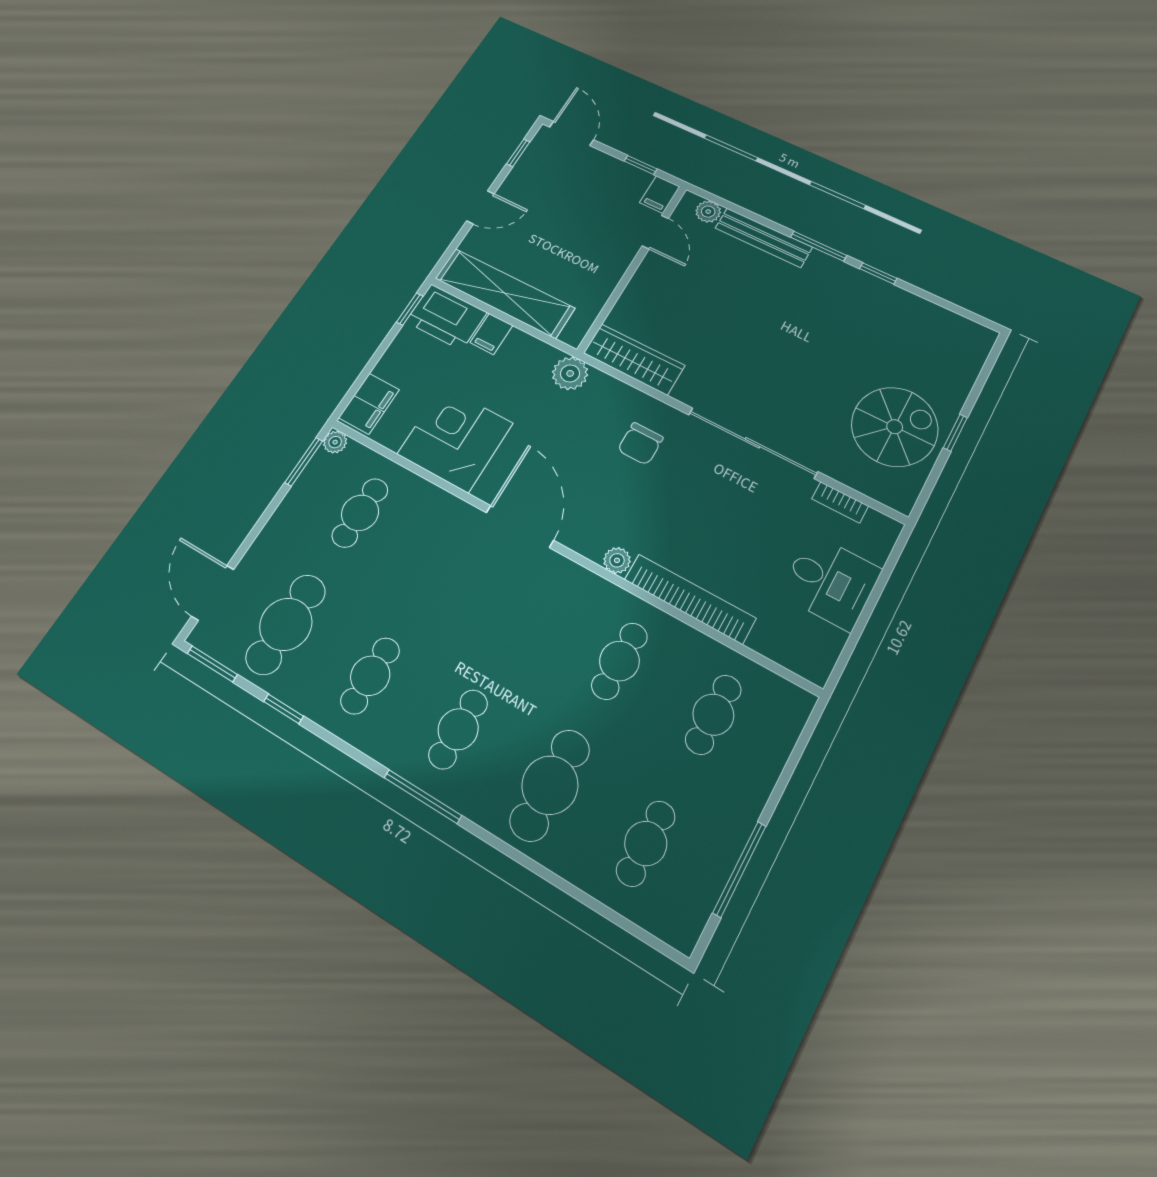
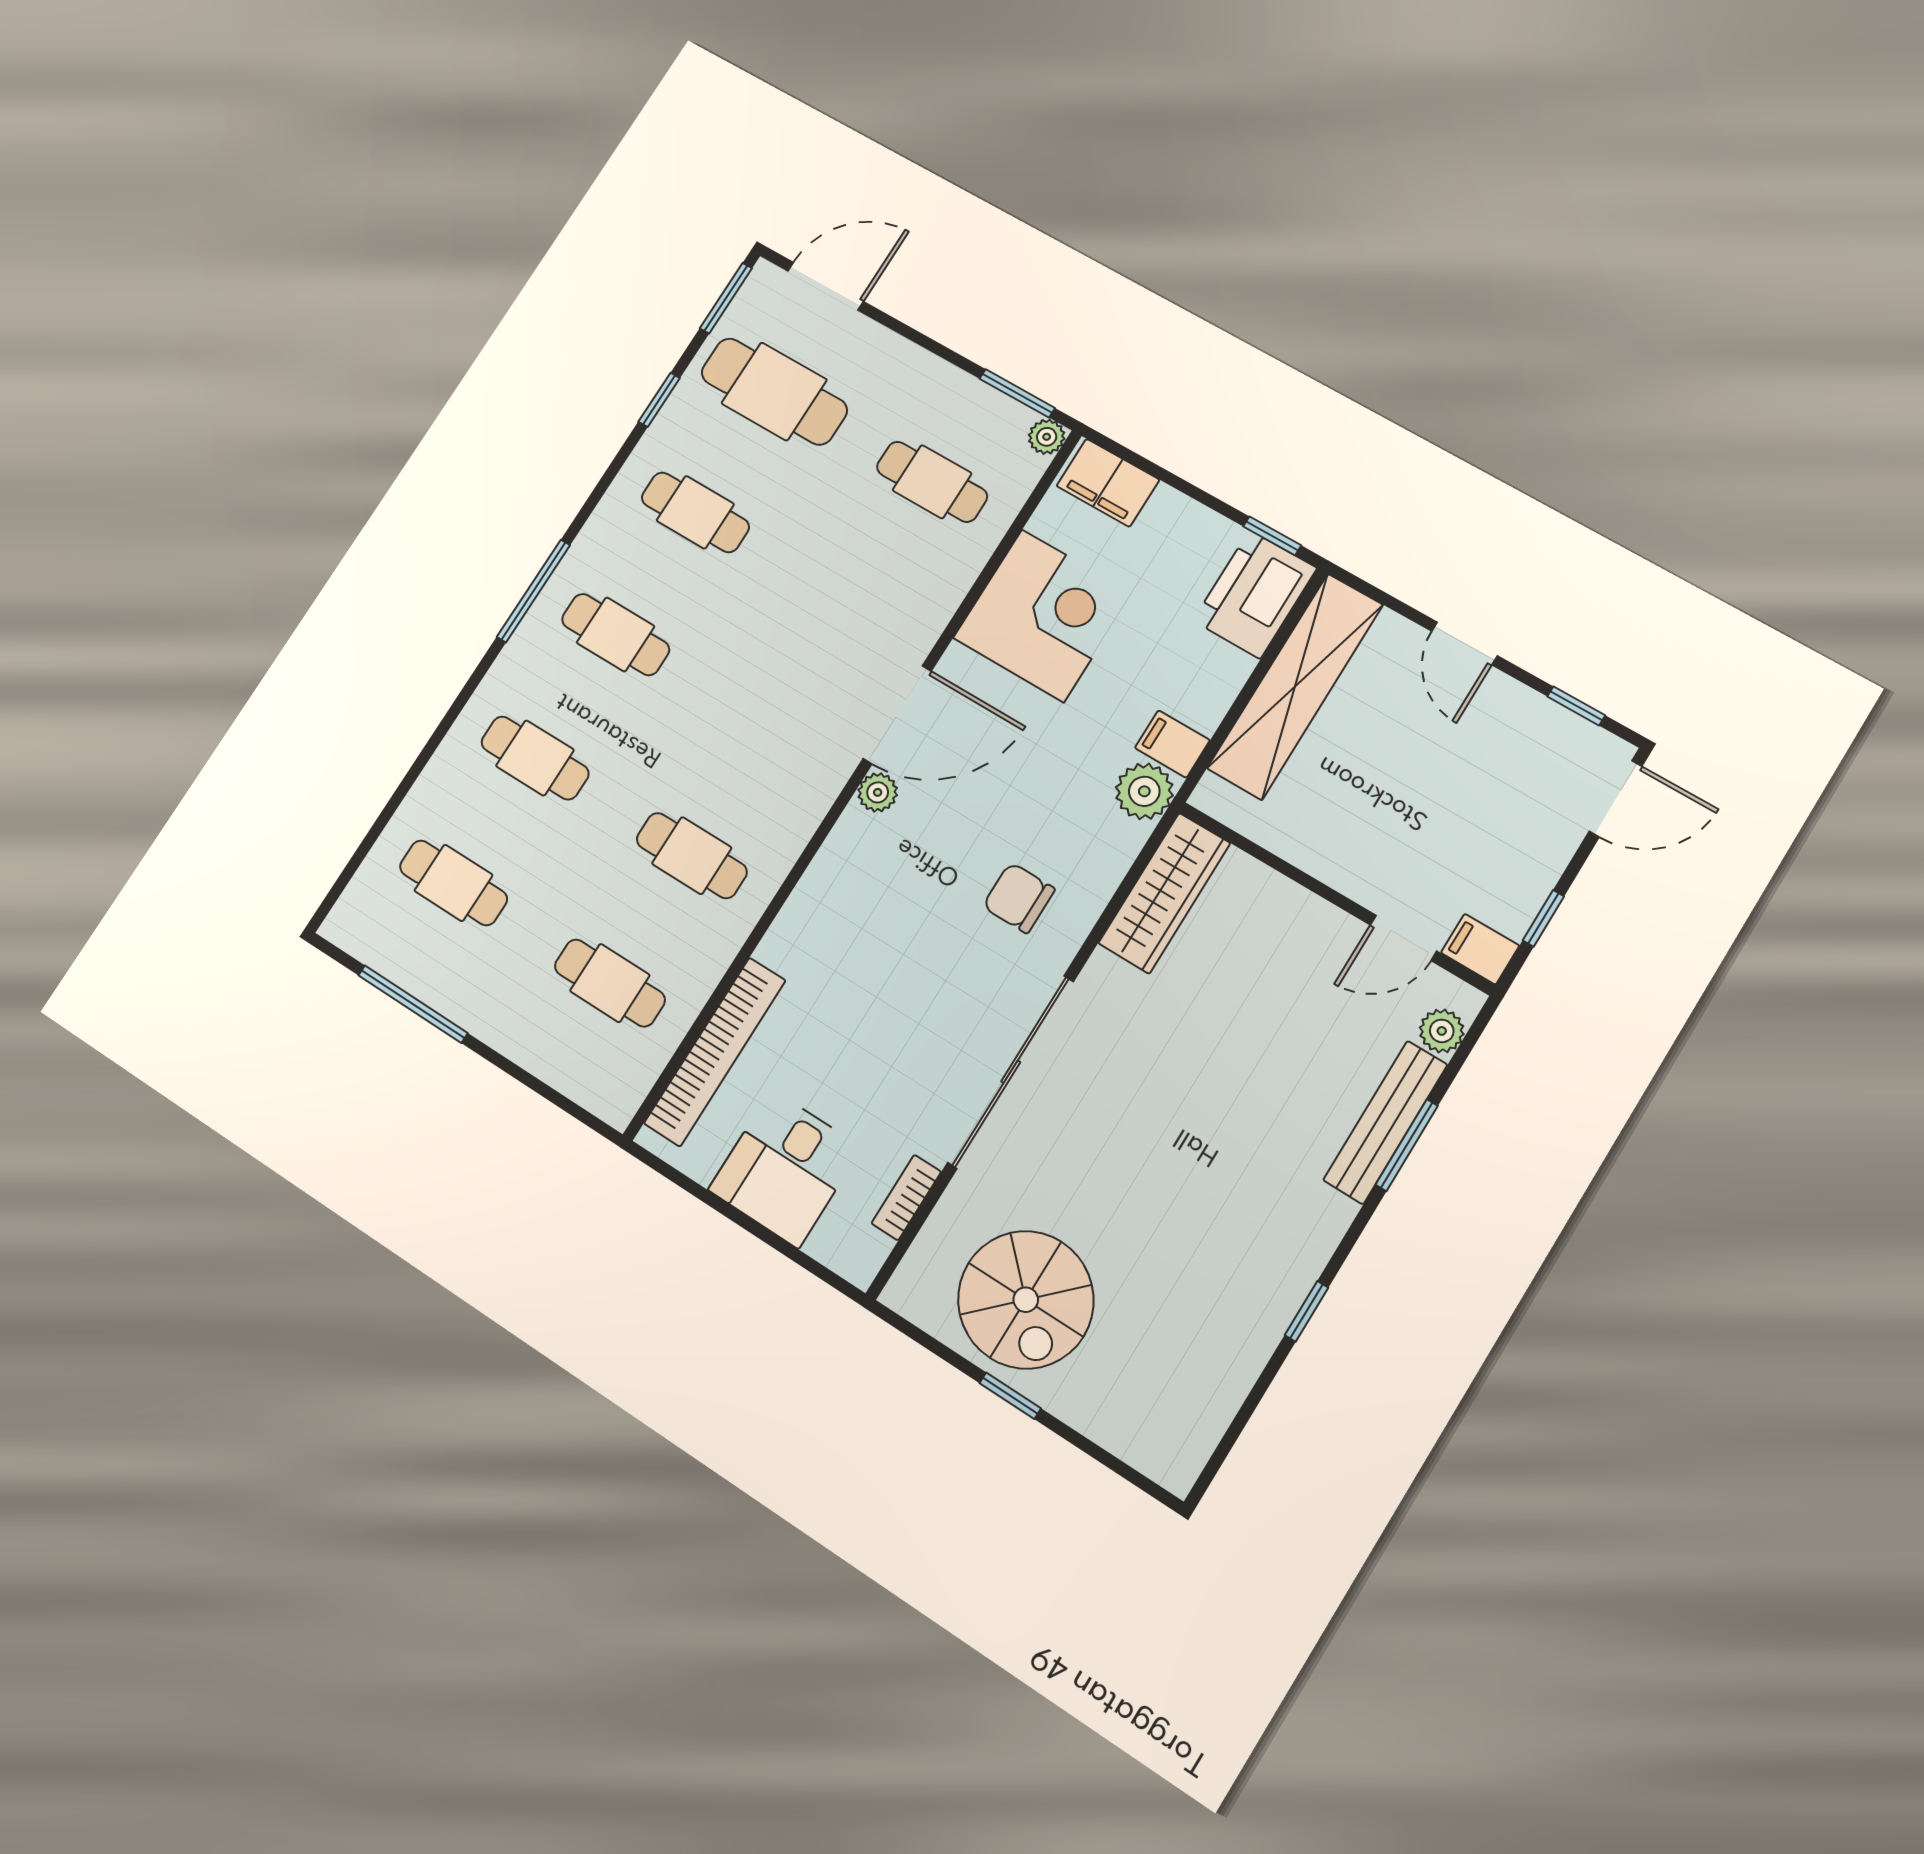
window: (819, 246) -> (1407, 1145), moved
filing cabinet: (491, 334) -> (1172, 744), moved
plant: (617, 560) -> (878, 792), moved
bookcase: (690, 599) -> (715, 1052), moved
cafe table: (550, 785) -> (535, 758), width x0.73, depth x0.74

